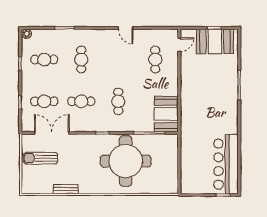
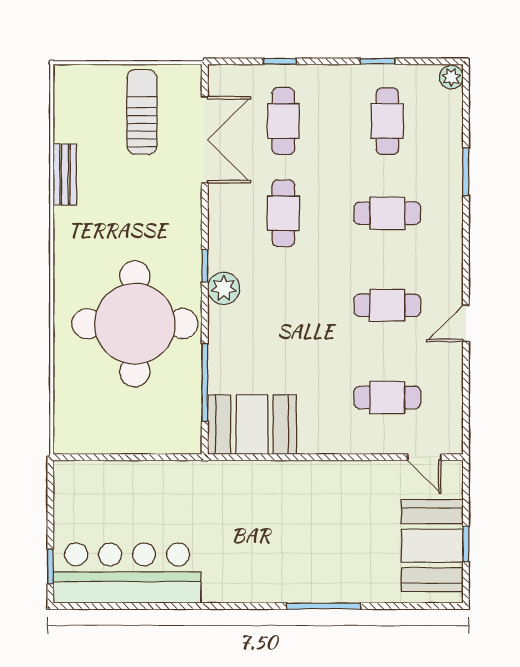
cafe table: (118, 101) -> (387, 305), moved
plant: (111, 125) -> (224, 288), added

